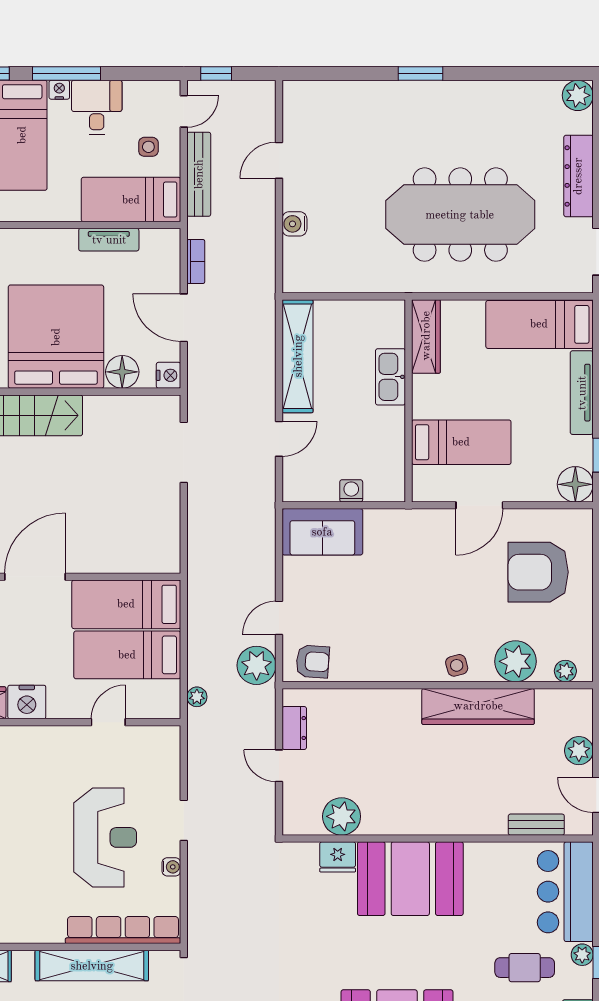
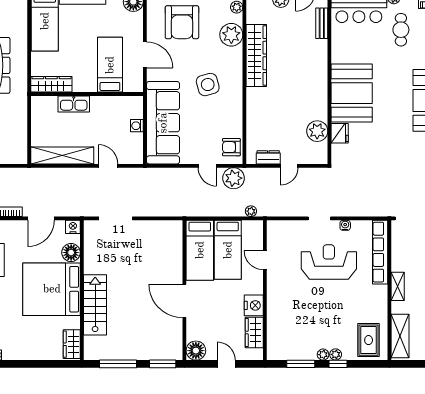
sofa: (322, 532) -> (163, 123), width x1.85, depth x1.27
armchair: (313, 661) -> (231, 147), turned -94
side table: (457, 665) -> (208, 85), moved, width x1.87, depth x1.87
shelving: (92, 966) -> (398, 286), width x0.45, depth x0.75

